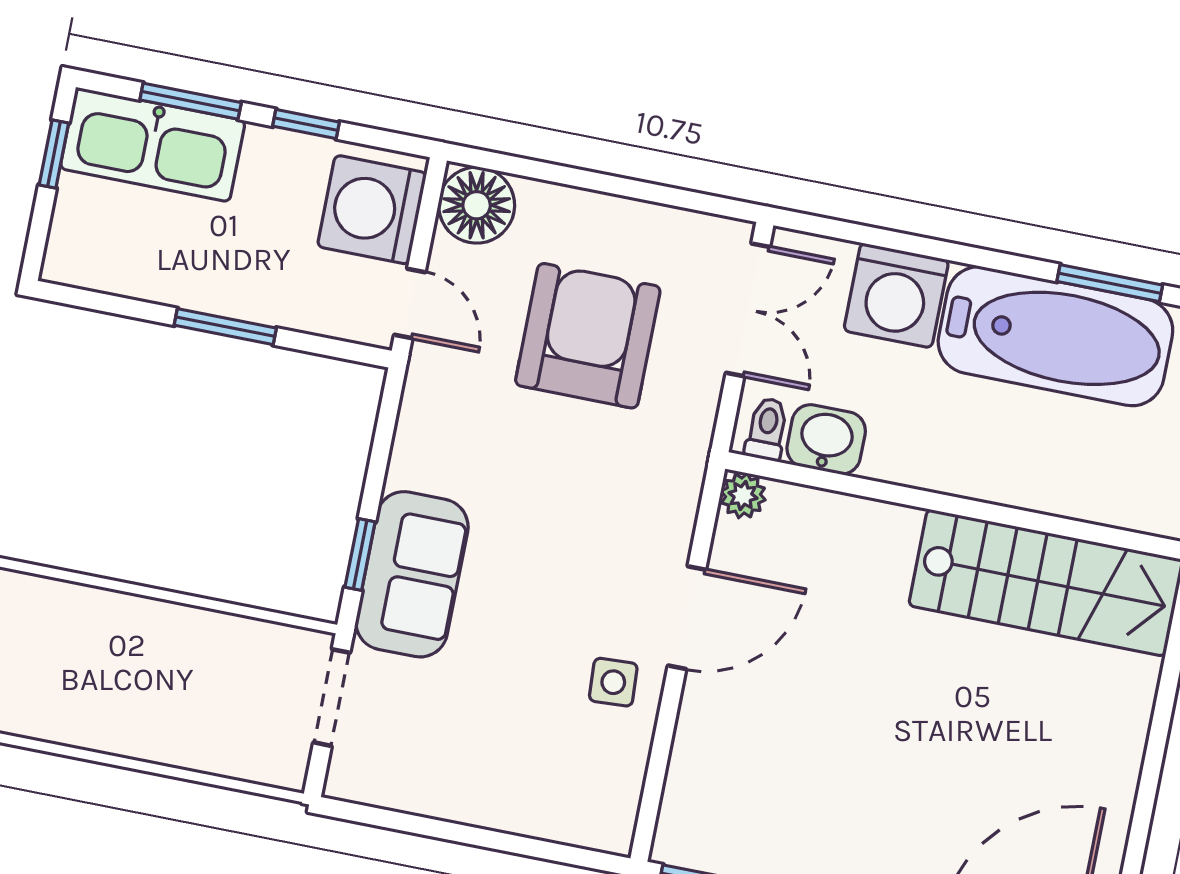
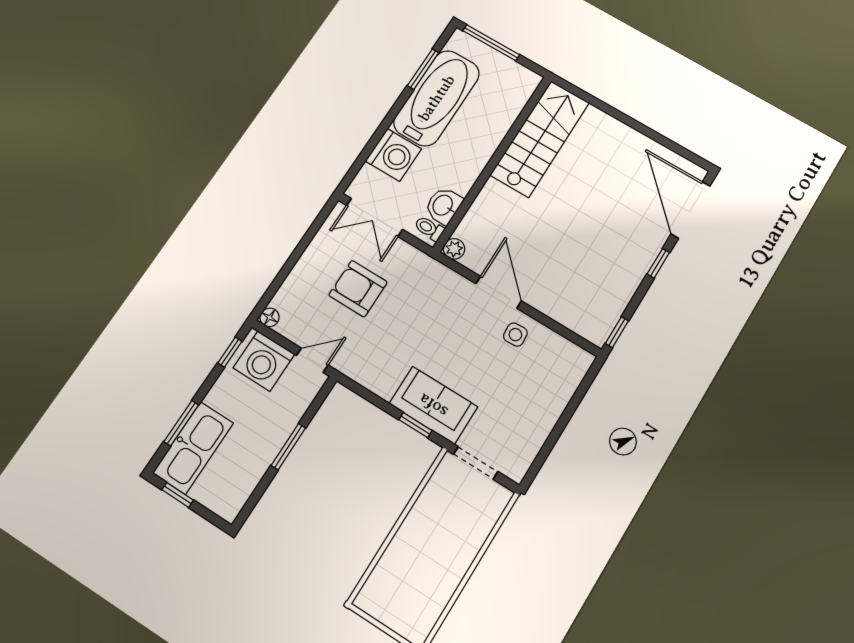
window: (306, 124) -> (230, 352), moved
floor lamp: (477, 205) -> (269, 317), width x0.53, depth x0.53
double door: (748, 310) -> (374, 217), swing flipped
armchair: (588, 336) -> (358, 289), width x0.73, depth x0.73

